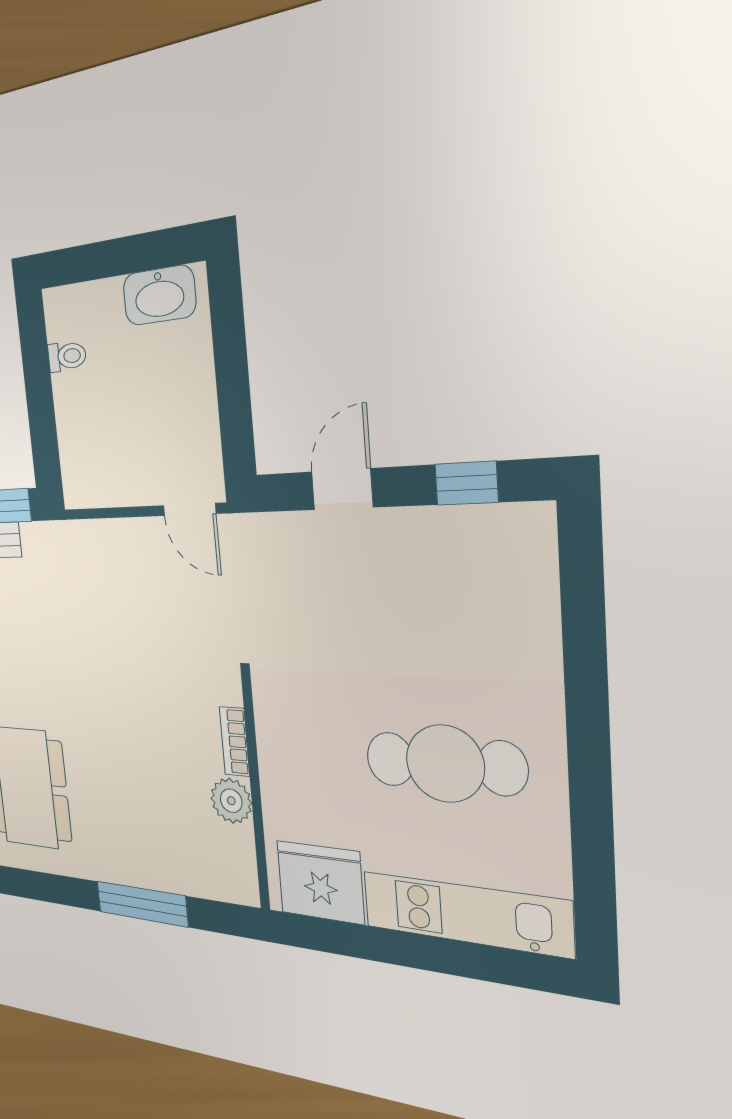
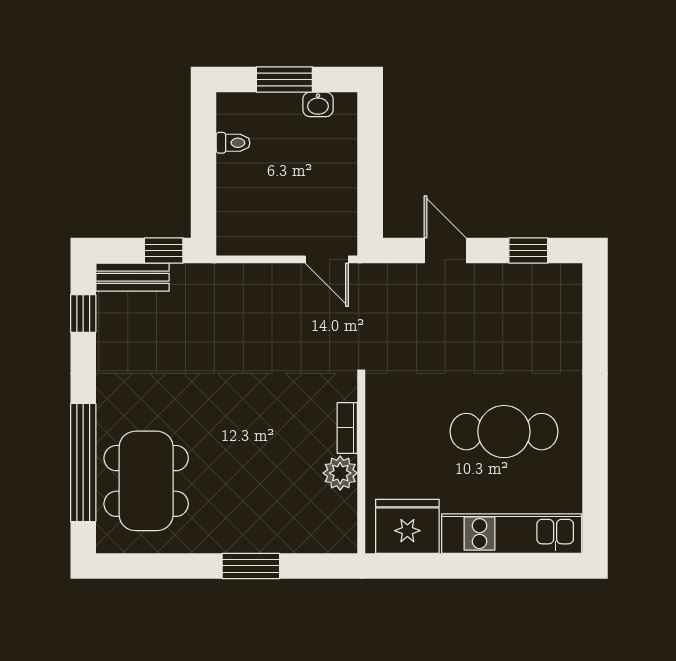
window: (115, 257) -> (284, 79), added
washbasin: (159, 295) -> (318, 104), width x0.52, depth x0.69
door: (342, 489) -> (445, 251), hinge flipped
window: (142, 904) -> (251, 566), width x0.69

